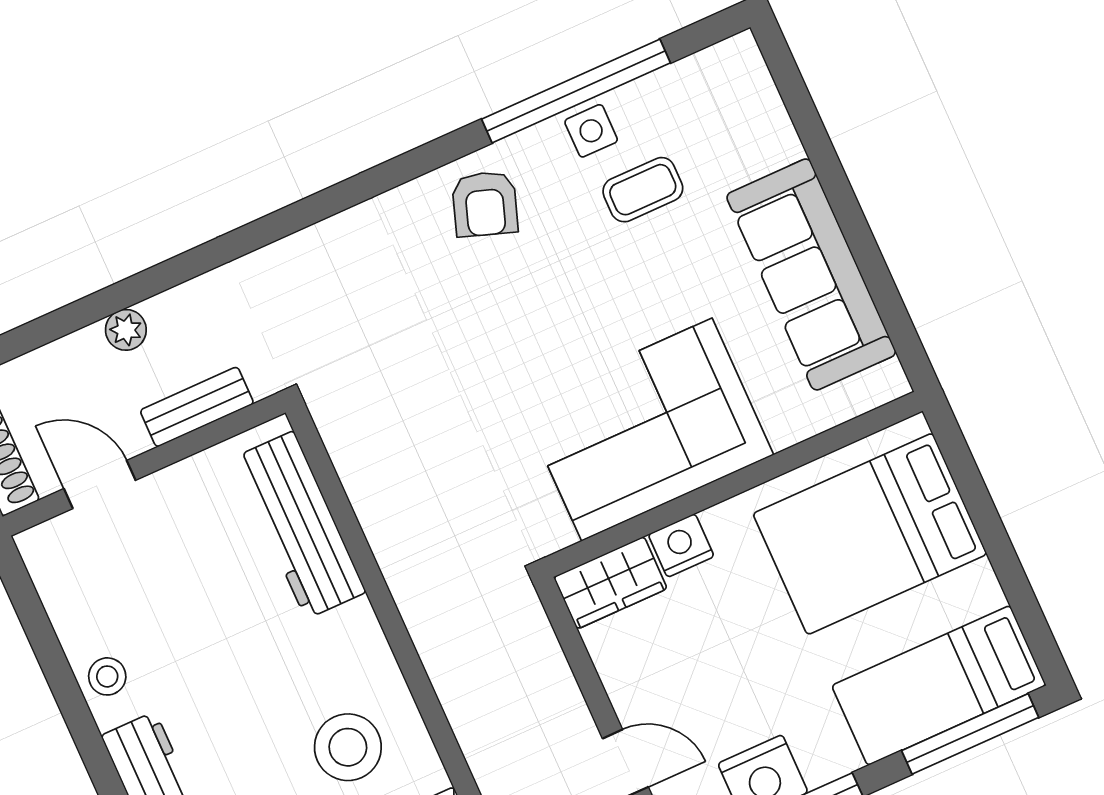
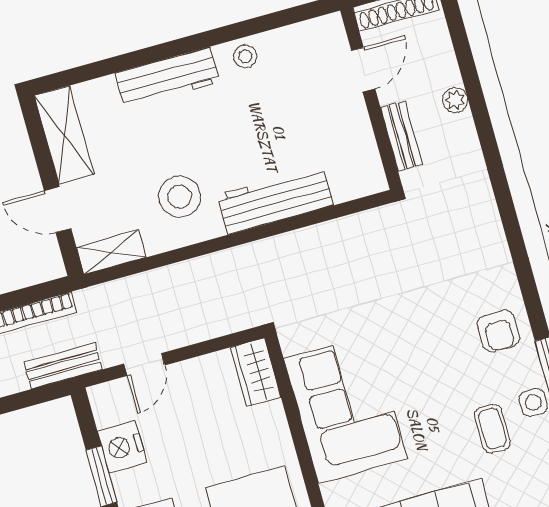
armchair: (485, 204) -> (498, 331), turned -109
workbench: (300, 525) -> (275, 200), moved
nightstand: (681, 545) -> (272, 419), removed

